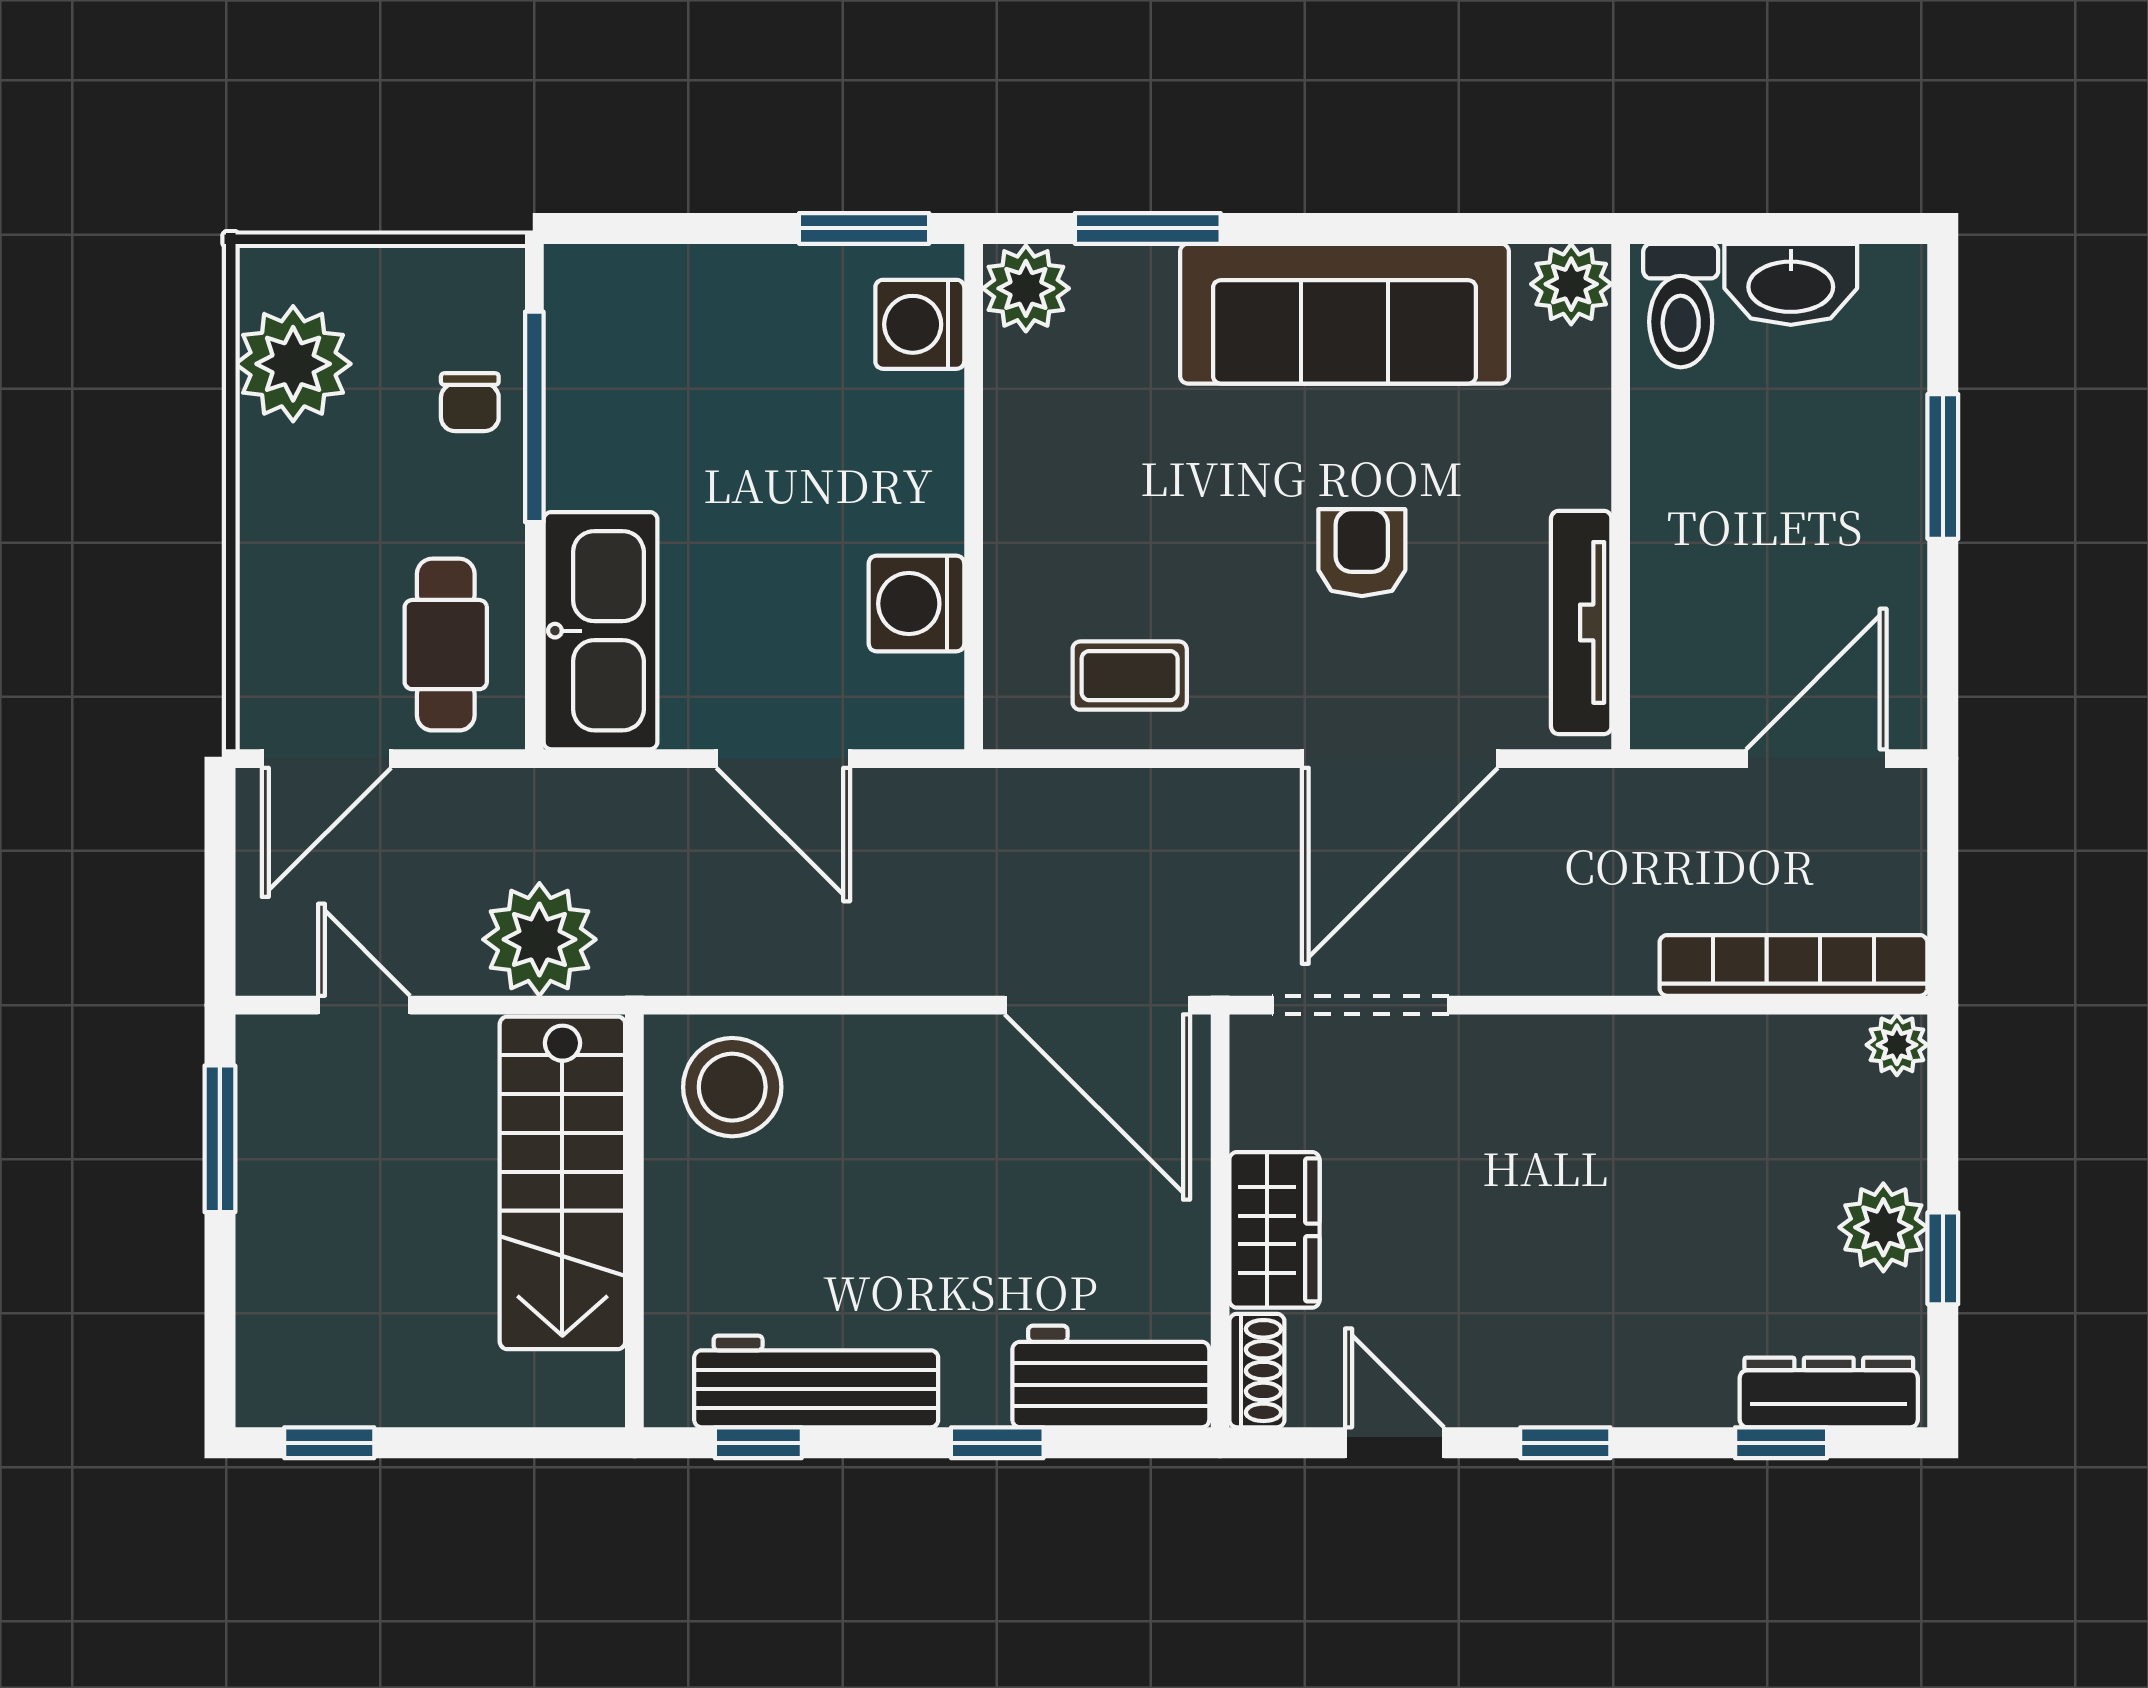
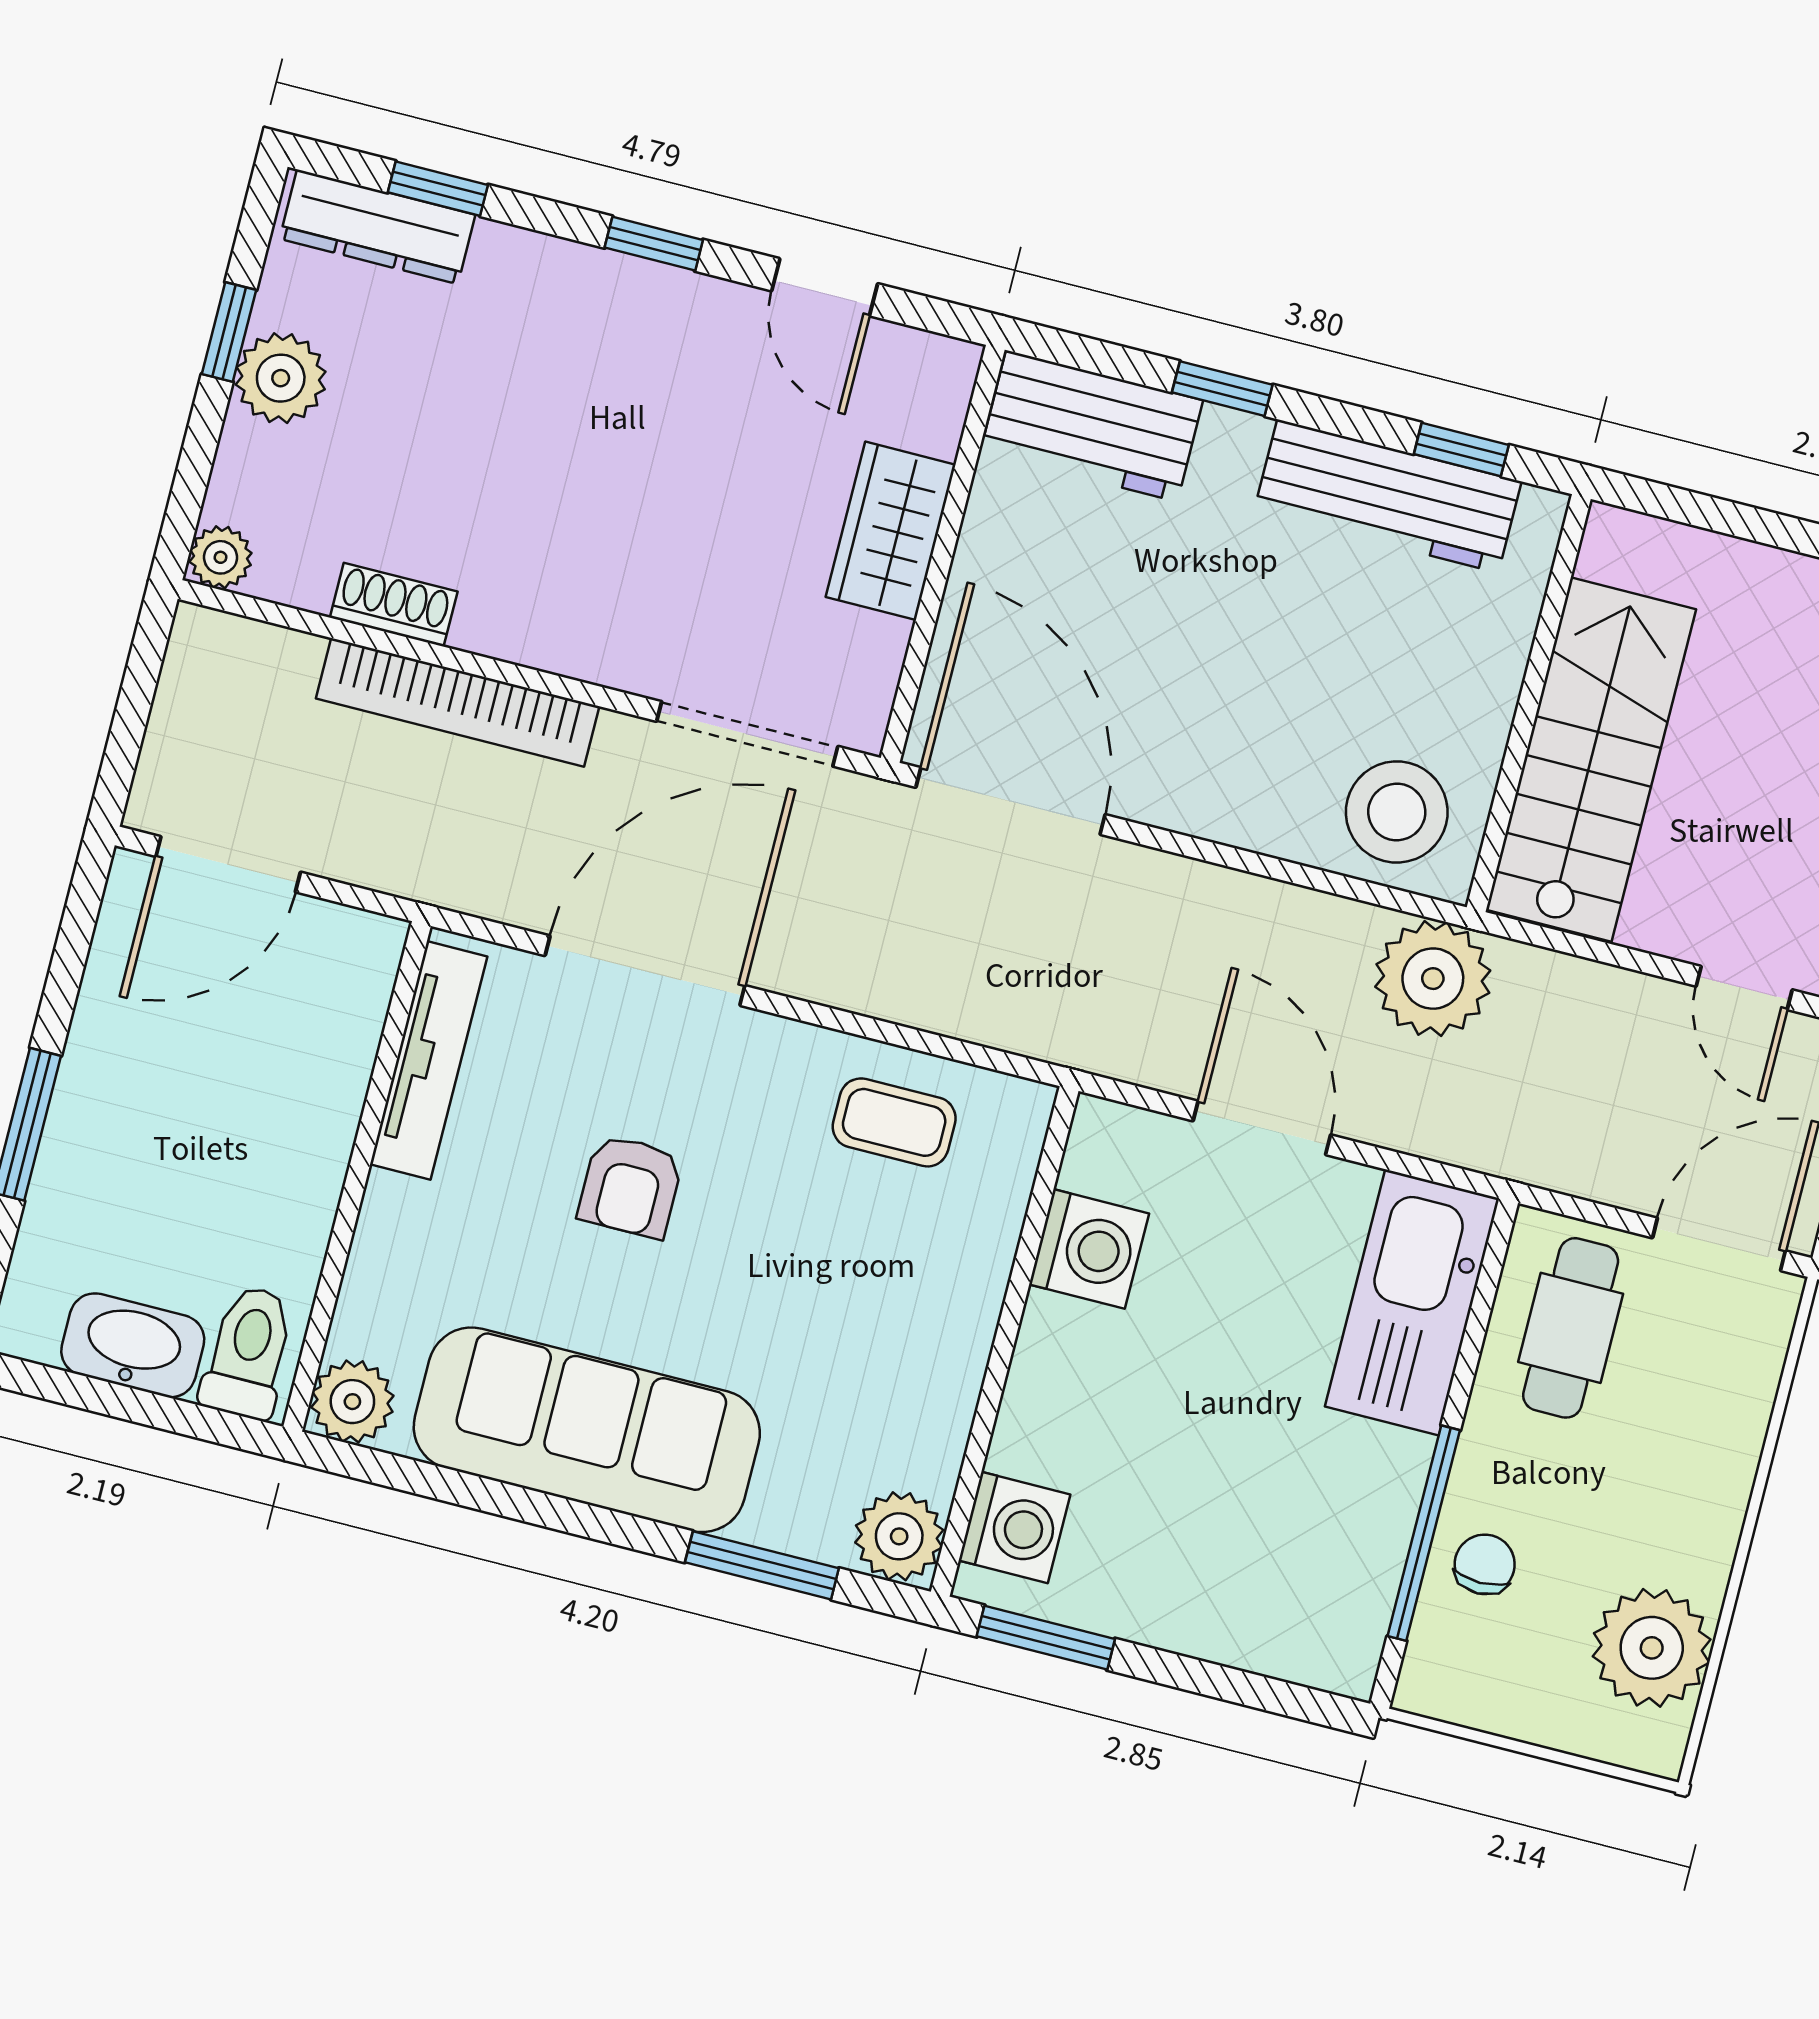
plant: (539, 939) -> (1433, 979), moved
bookcase: (1793, 965) -> (458, 702), moved
shoe rack: (1257, 1371) -> (394, 605), moved, turned 90

